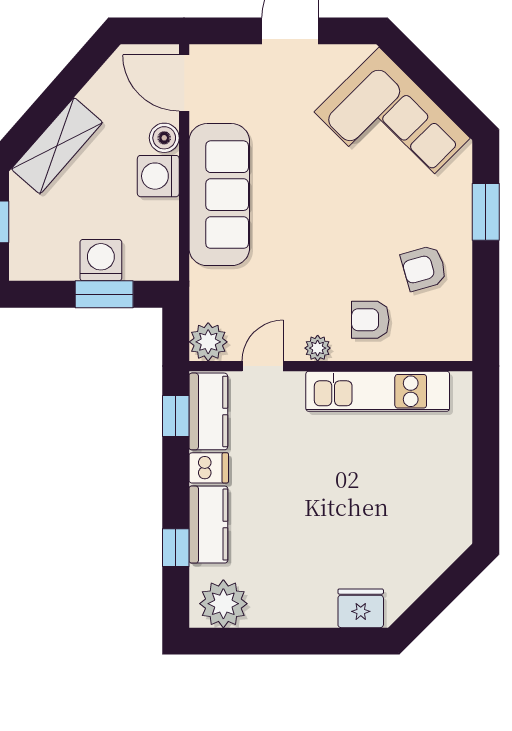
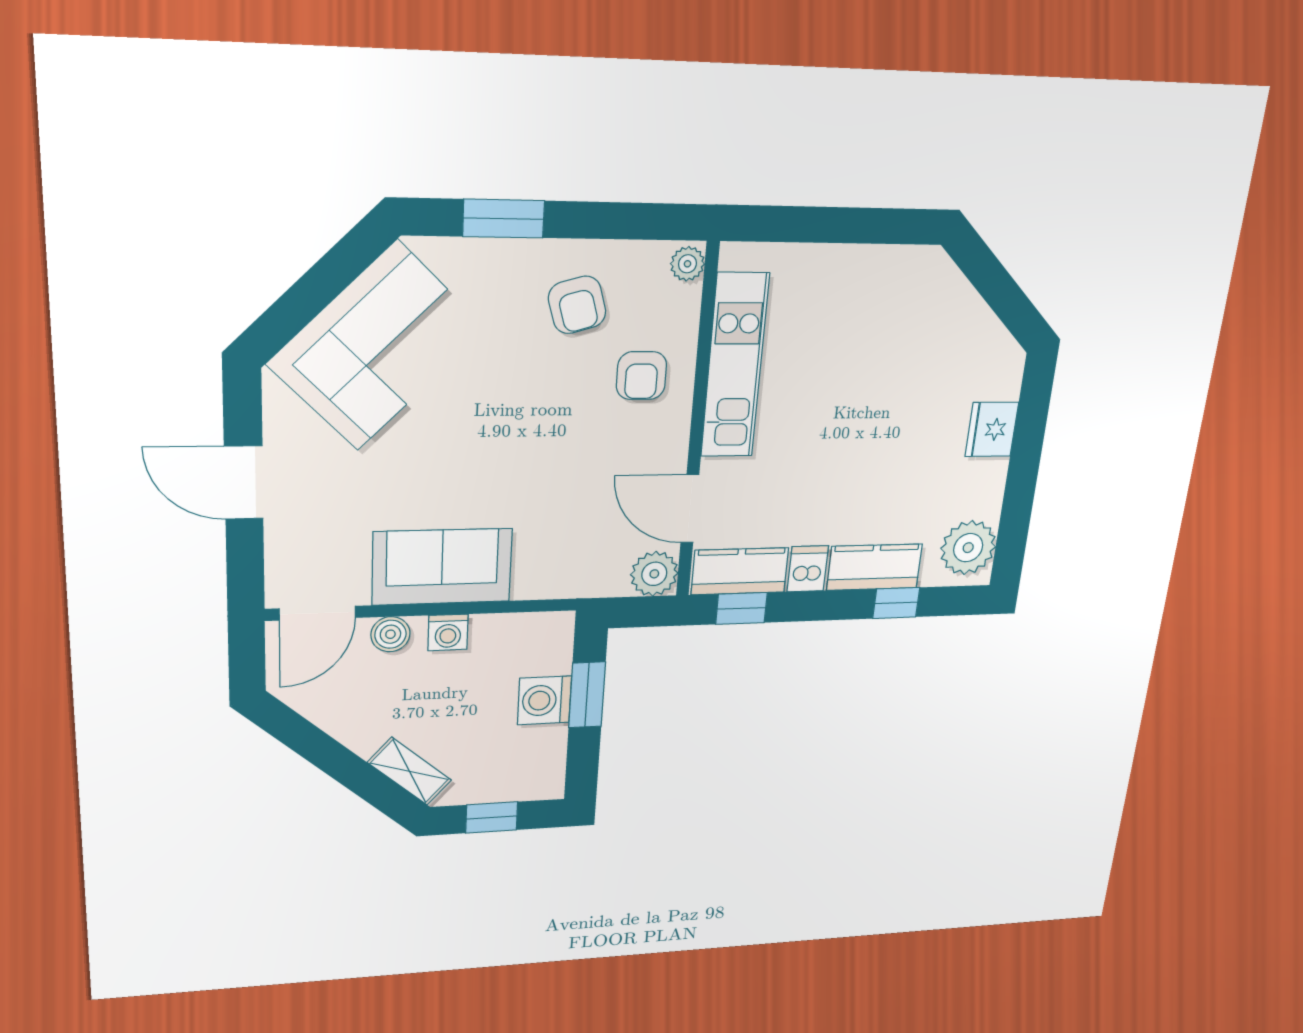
shelving: (57, 146) -> (409, 771), width x0.67, depth x0.75
washing machine: (158, 176) -> (448, 632), width x0.73, depth x0.73
sofa: (219, 195) -> (442, 567), width x0.73
plant: (318, 348) -> (687, 264), moved
door: (263, 366) -> (690, 509), width x1.38
fridge: (361, 608) -> (992, 429), moved

